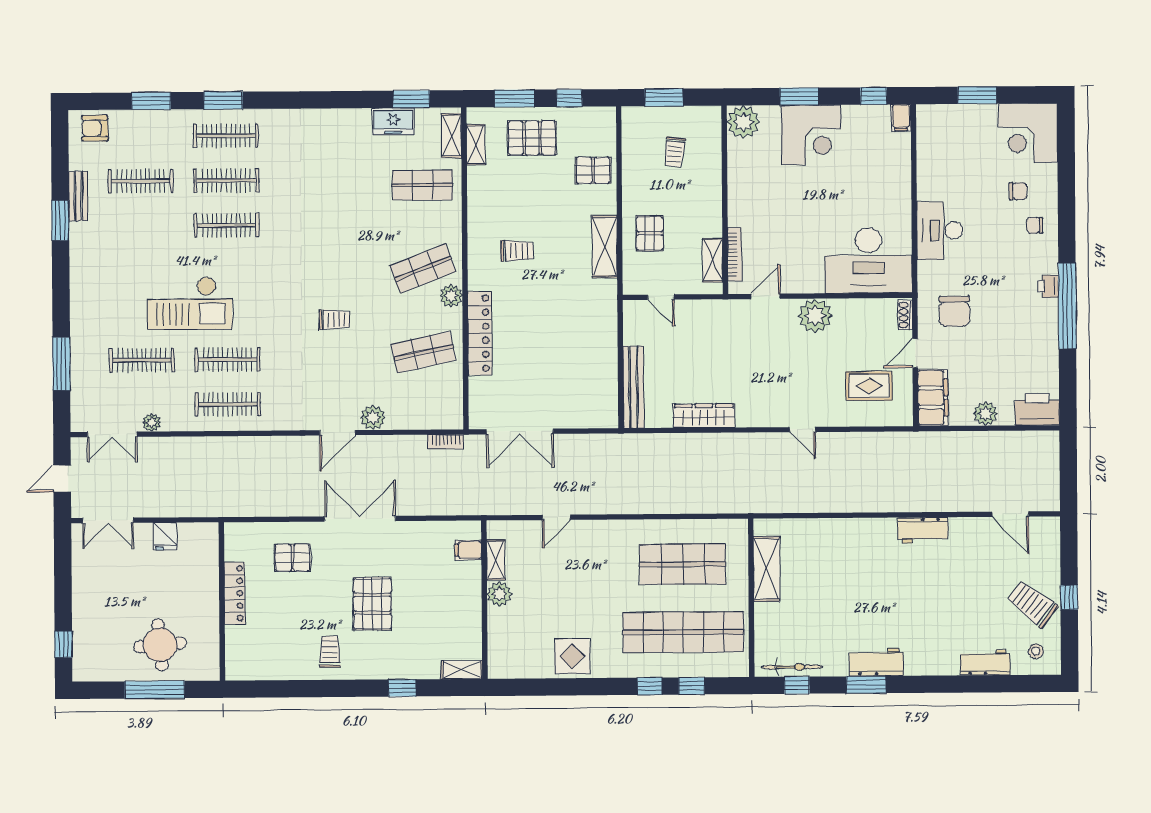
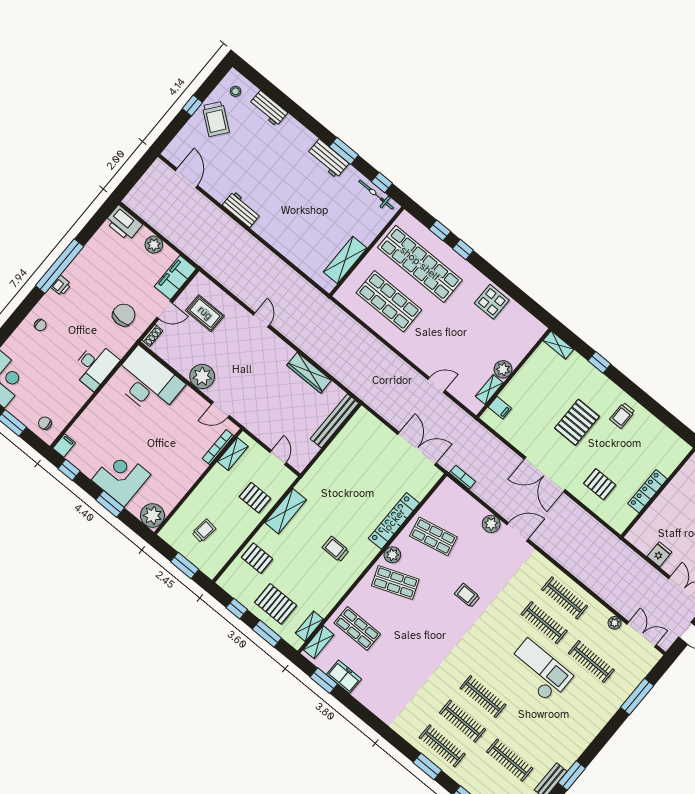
chair: (1018, 191) -> (45, 423), moved
pallet: (650, 233) -> (255, 498), turned 90

